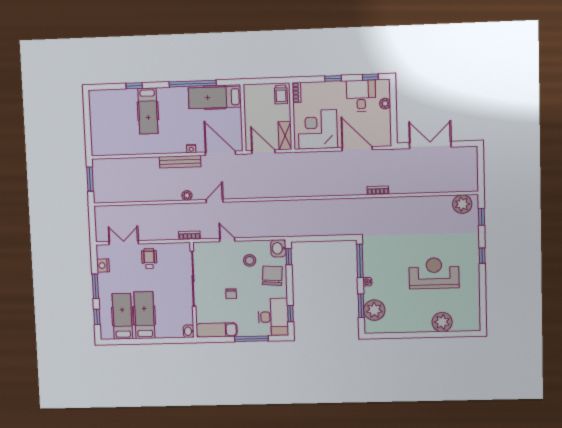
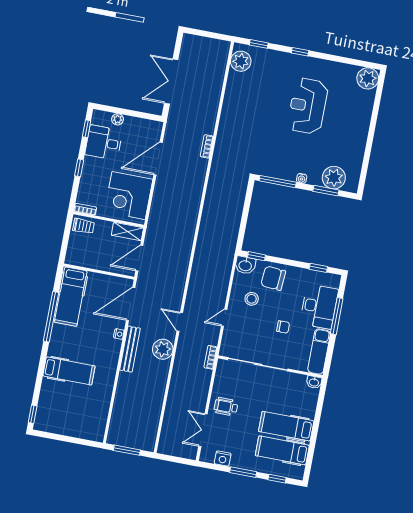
window: (134, 86) -> (33, 414), moved
plant: (187, 195) -> (163, 349), width x1.88, depth x1.88
desk: (273, 317) -> (319, 307), moved, turned 90
plant: (442, 322) -> (368, 78), moved

